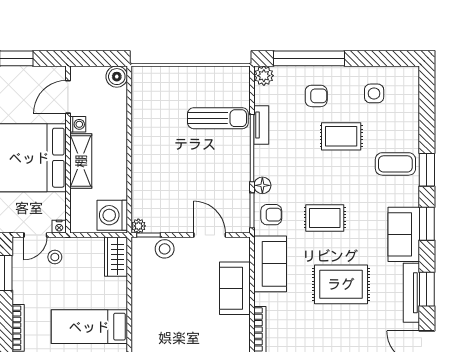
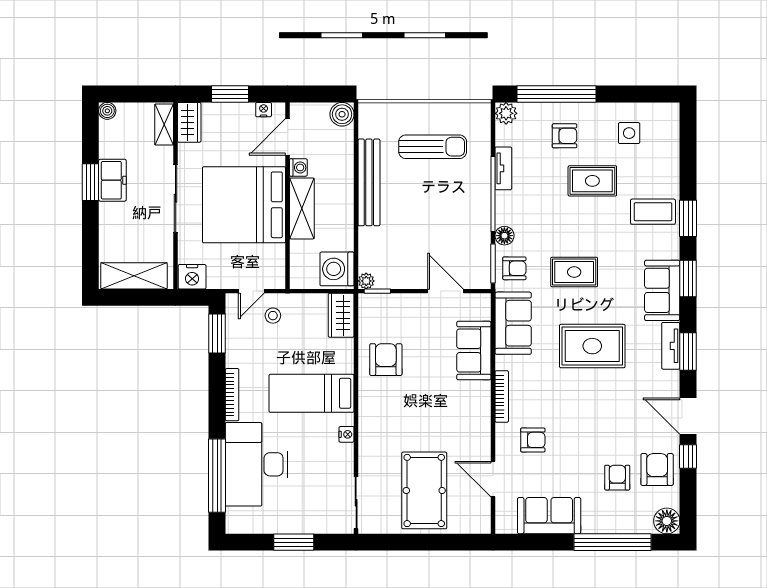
sun lounger: (218, 118) -> (433, 147), moved
bench: (141, 138) -> (369, 182), added
nightstand: (59, 227) -> (264, 110), moved, turned 180
stool: (165, 249) -> (395, 307), removed
tv unit: (411, 293) -> (671, 346), width x0.71
armchair: (156, 296) -> (386, 360), added

